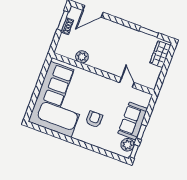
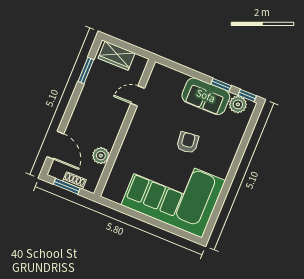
plant: (82, 57) -> (101, 156), moved
wall: (103, 74) -> (125, 128), moved
door: (127, 82) -> (138, 96), moved
armchair: (94, 119) -> (188, 143), moved, turned 83

